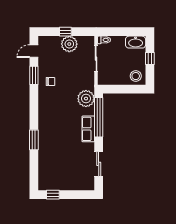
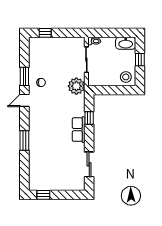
window: (65, 32) -> (45, 33), moved
plant: (69, 44) -> (60, 45), removed
door: (34, 51) -> (24, 100), moved
plant: (86, 99) -> (76, 86), moved
window: (99, 117) -> (89, 118), width x0.32

